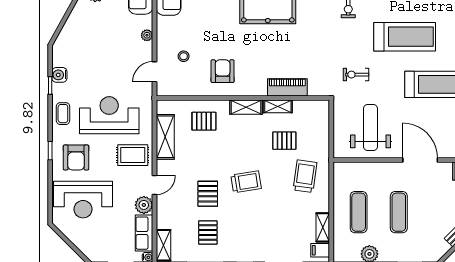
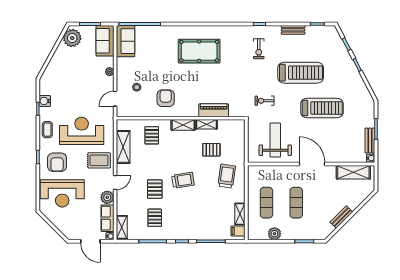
pallet: (204, 121) -> (152, 135), turned 90

